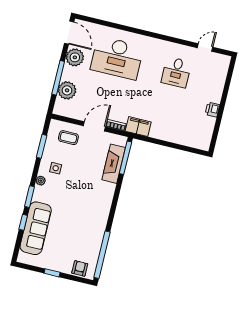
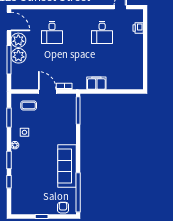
desk: (117, 58) -> (52, 33), width x0.53, depth x0.77
plant: (67, 90) -> (18, 56), moved
printer: (212, 110) -> (138, 28), moved
door: (94, 126) -> (47, 92), hinge flipped
filing cabinet: (138, 127) -> (96, 83), moved
fireplace: (114, 164) -> (70, 118), removed
sofa: (36, 228) -> (67, 166), moved, turned 180

